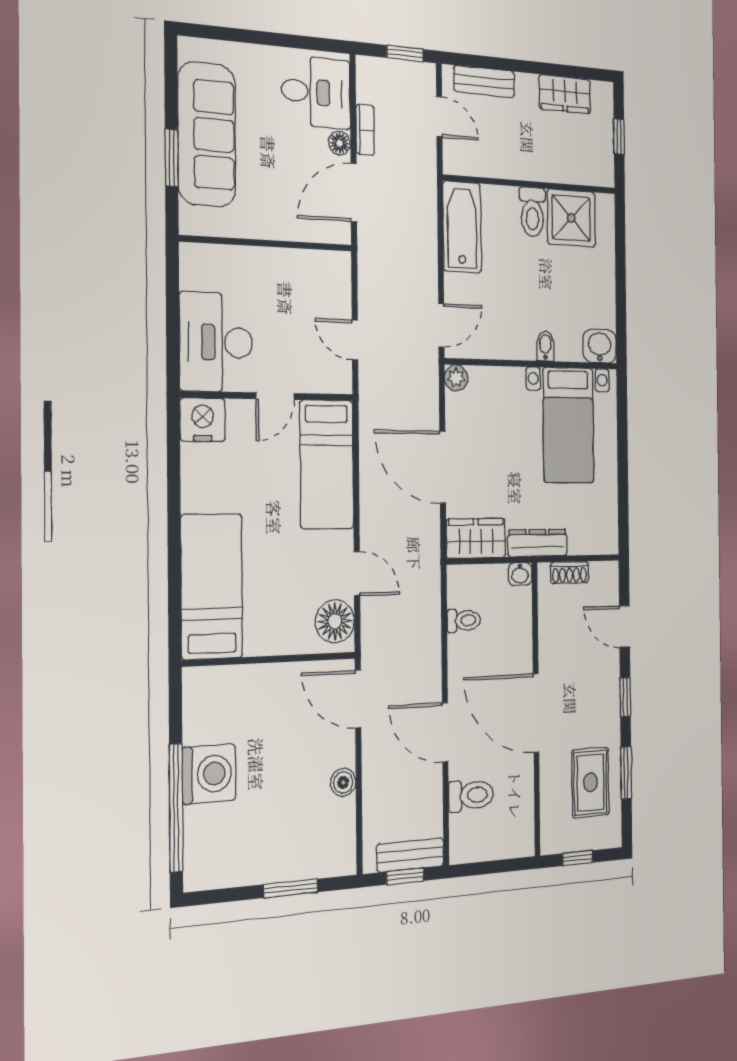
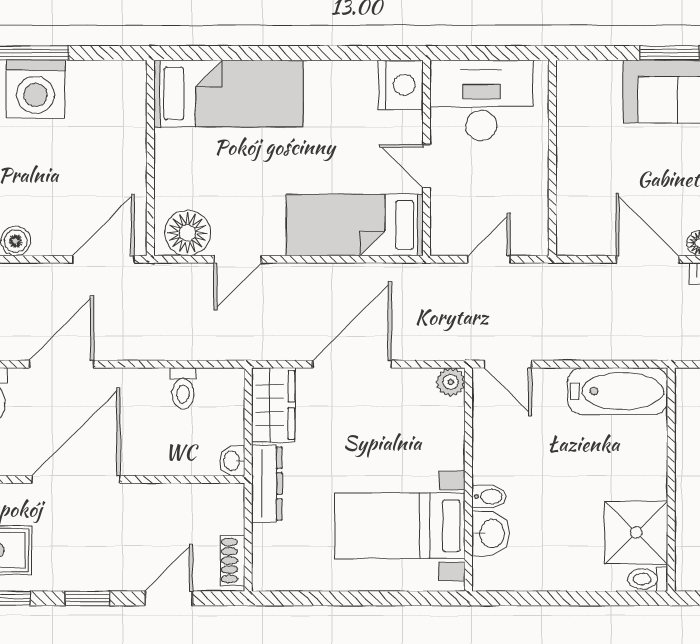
toilet: (532, 212) -> (648, 579), moved, width x0.73, depth x0.72
wall: (267, 243) -> (552, 158), moved
washbasin: (600, 346) -> (491, 533), moved
shoe rack: (569, 573) -> (233, 560), moved

